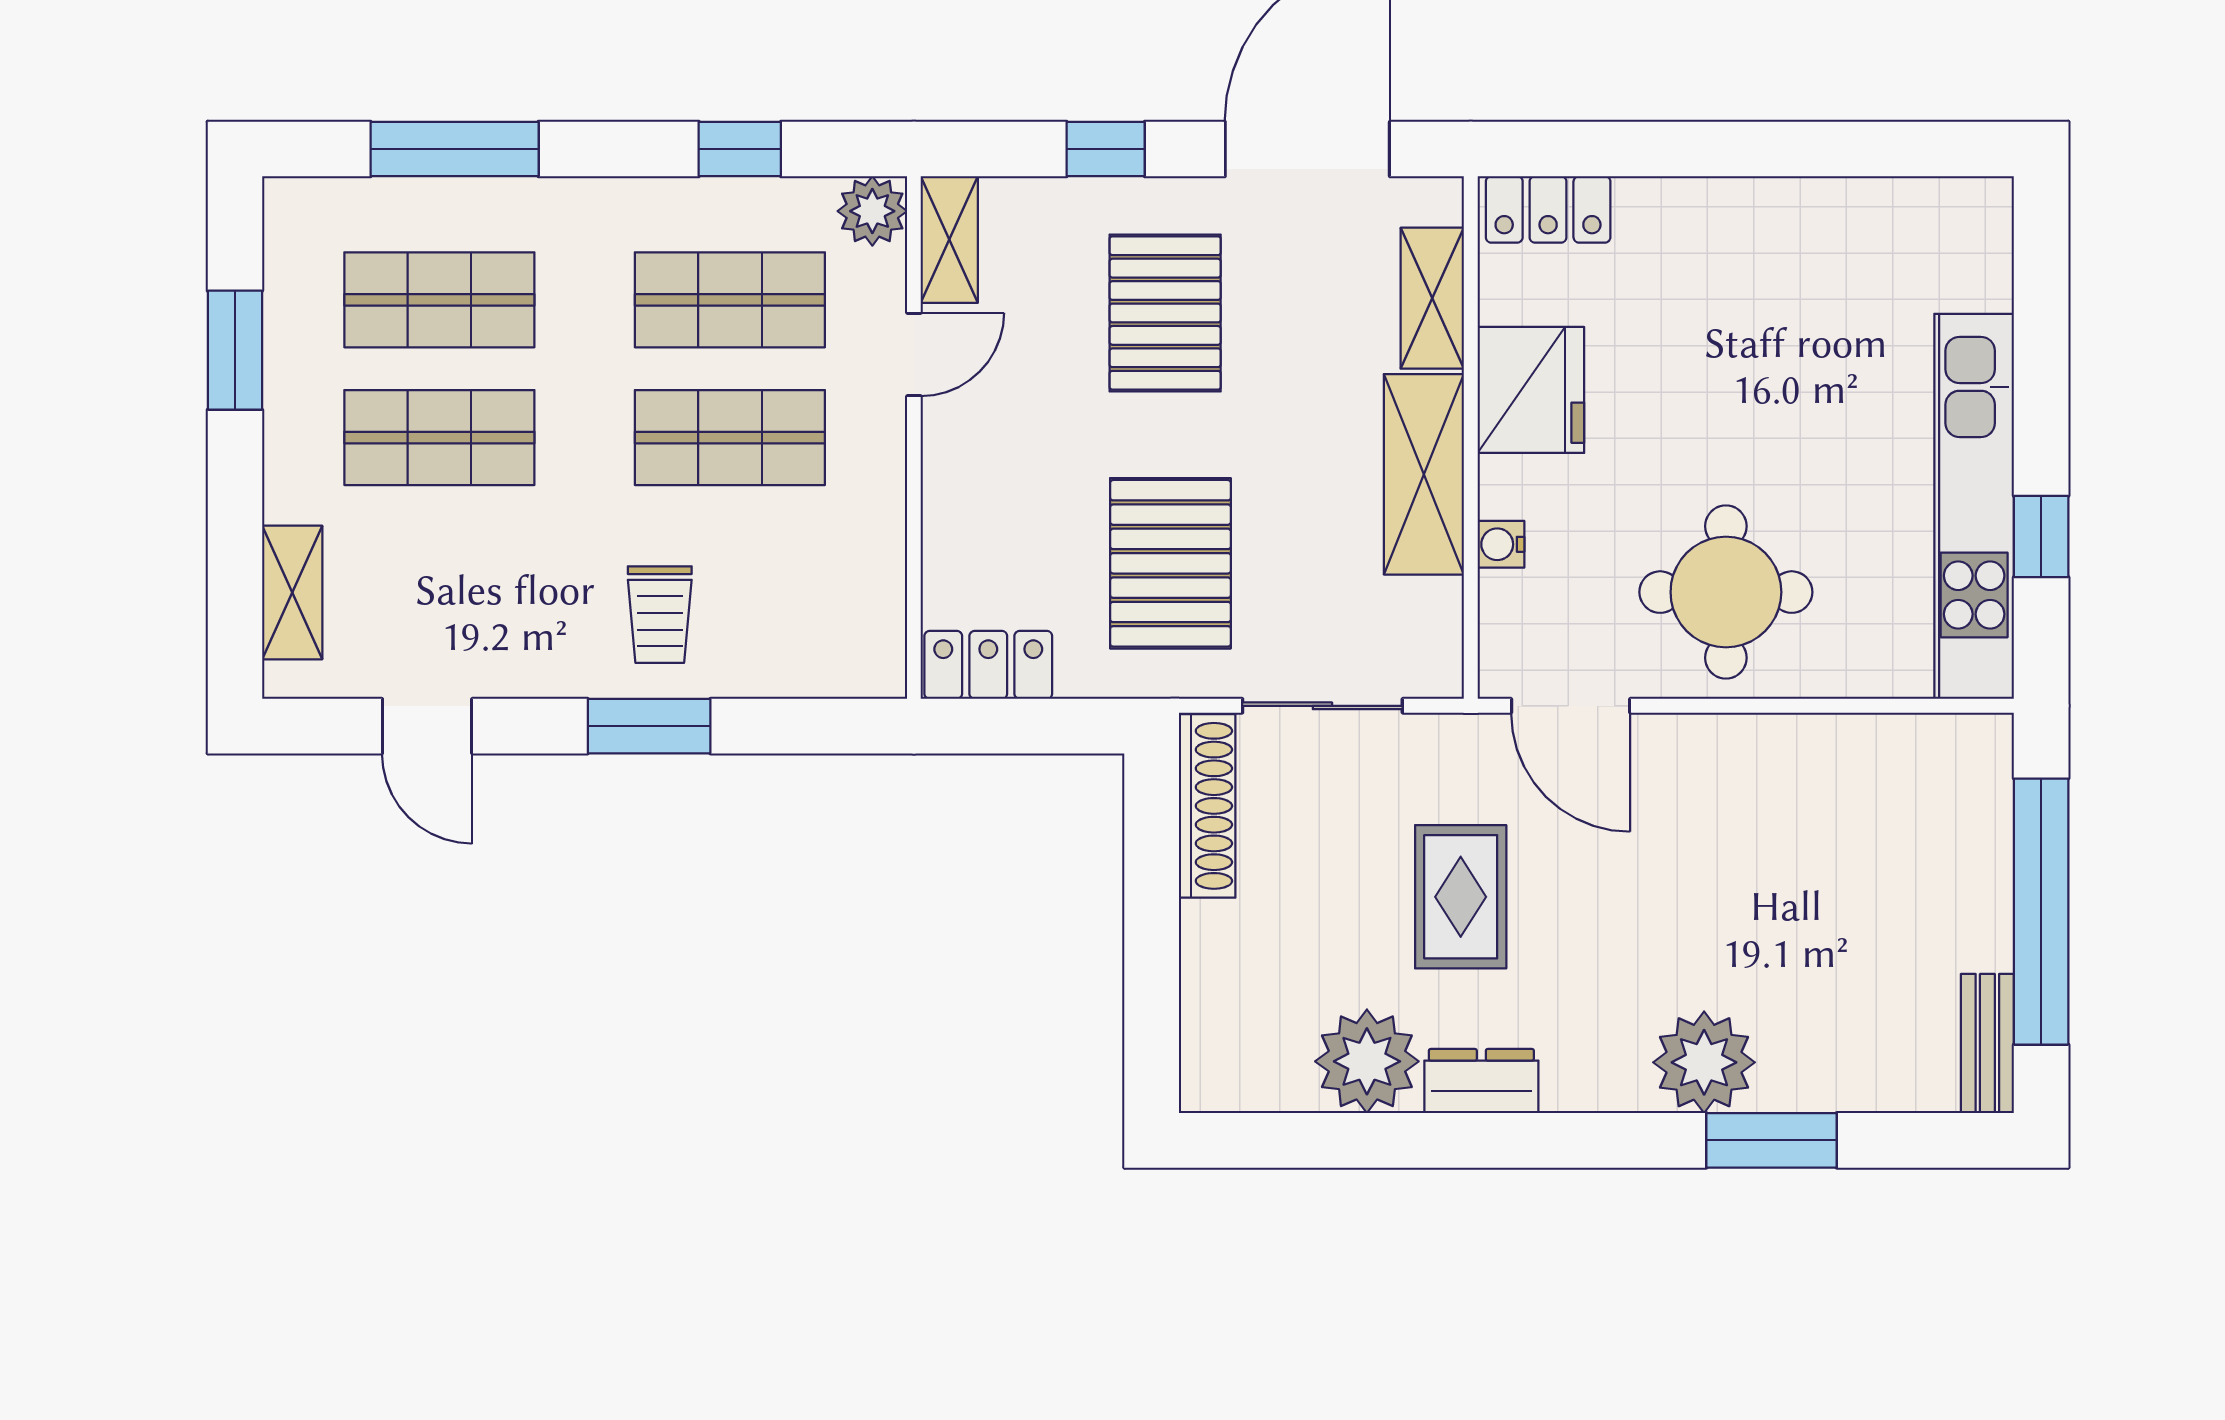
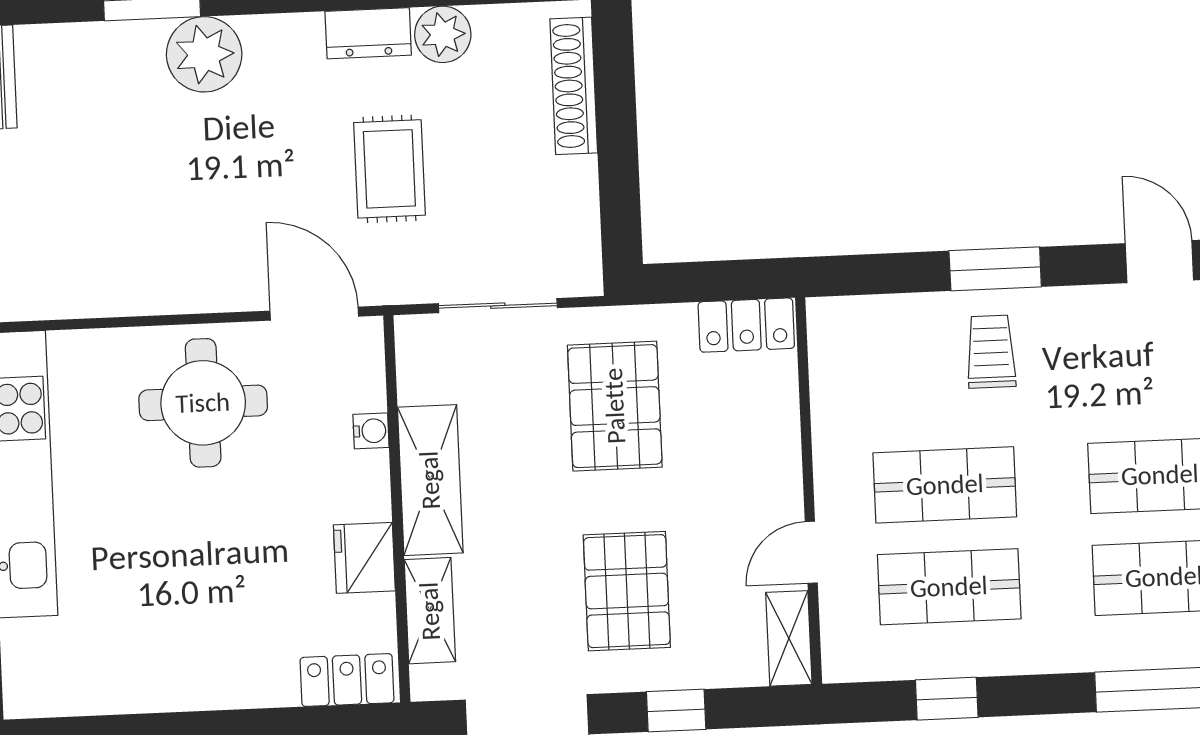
plant: (872, 211) -> (847, 657), removed
fridge: (1531, 390) -> (364, 558), width x0.73, depth x0.75
shoe rack: (1207, 806) -> (574, 86), moved
plant: (1367, 1061) -> (443, 34), width x0.73, depth x0.73

